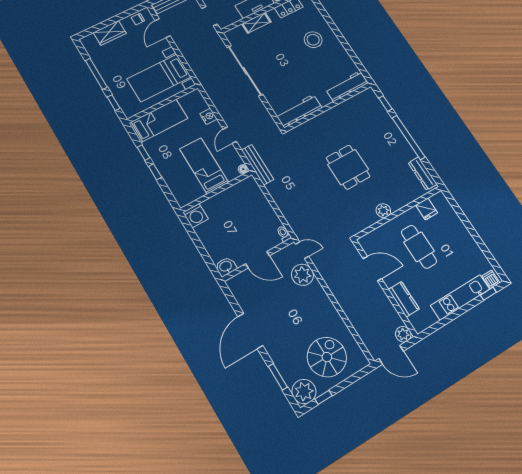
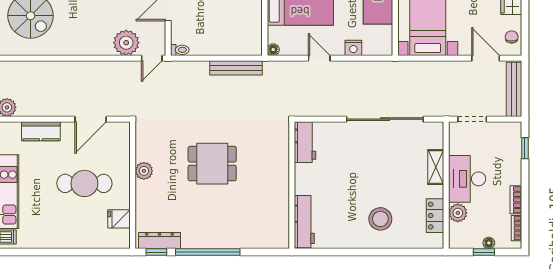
window: (385, 104) -> (156, 252), moved
workbench: (299, 111) -> (305, 142), width x0.73
bench: (258, 165) -> (236, 68), moved

